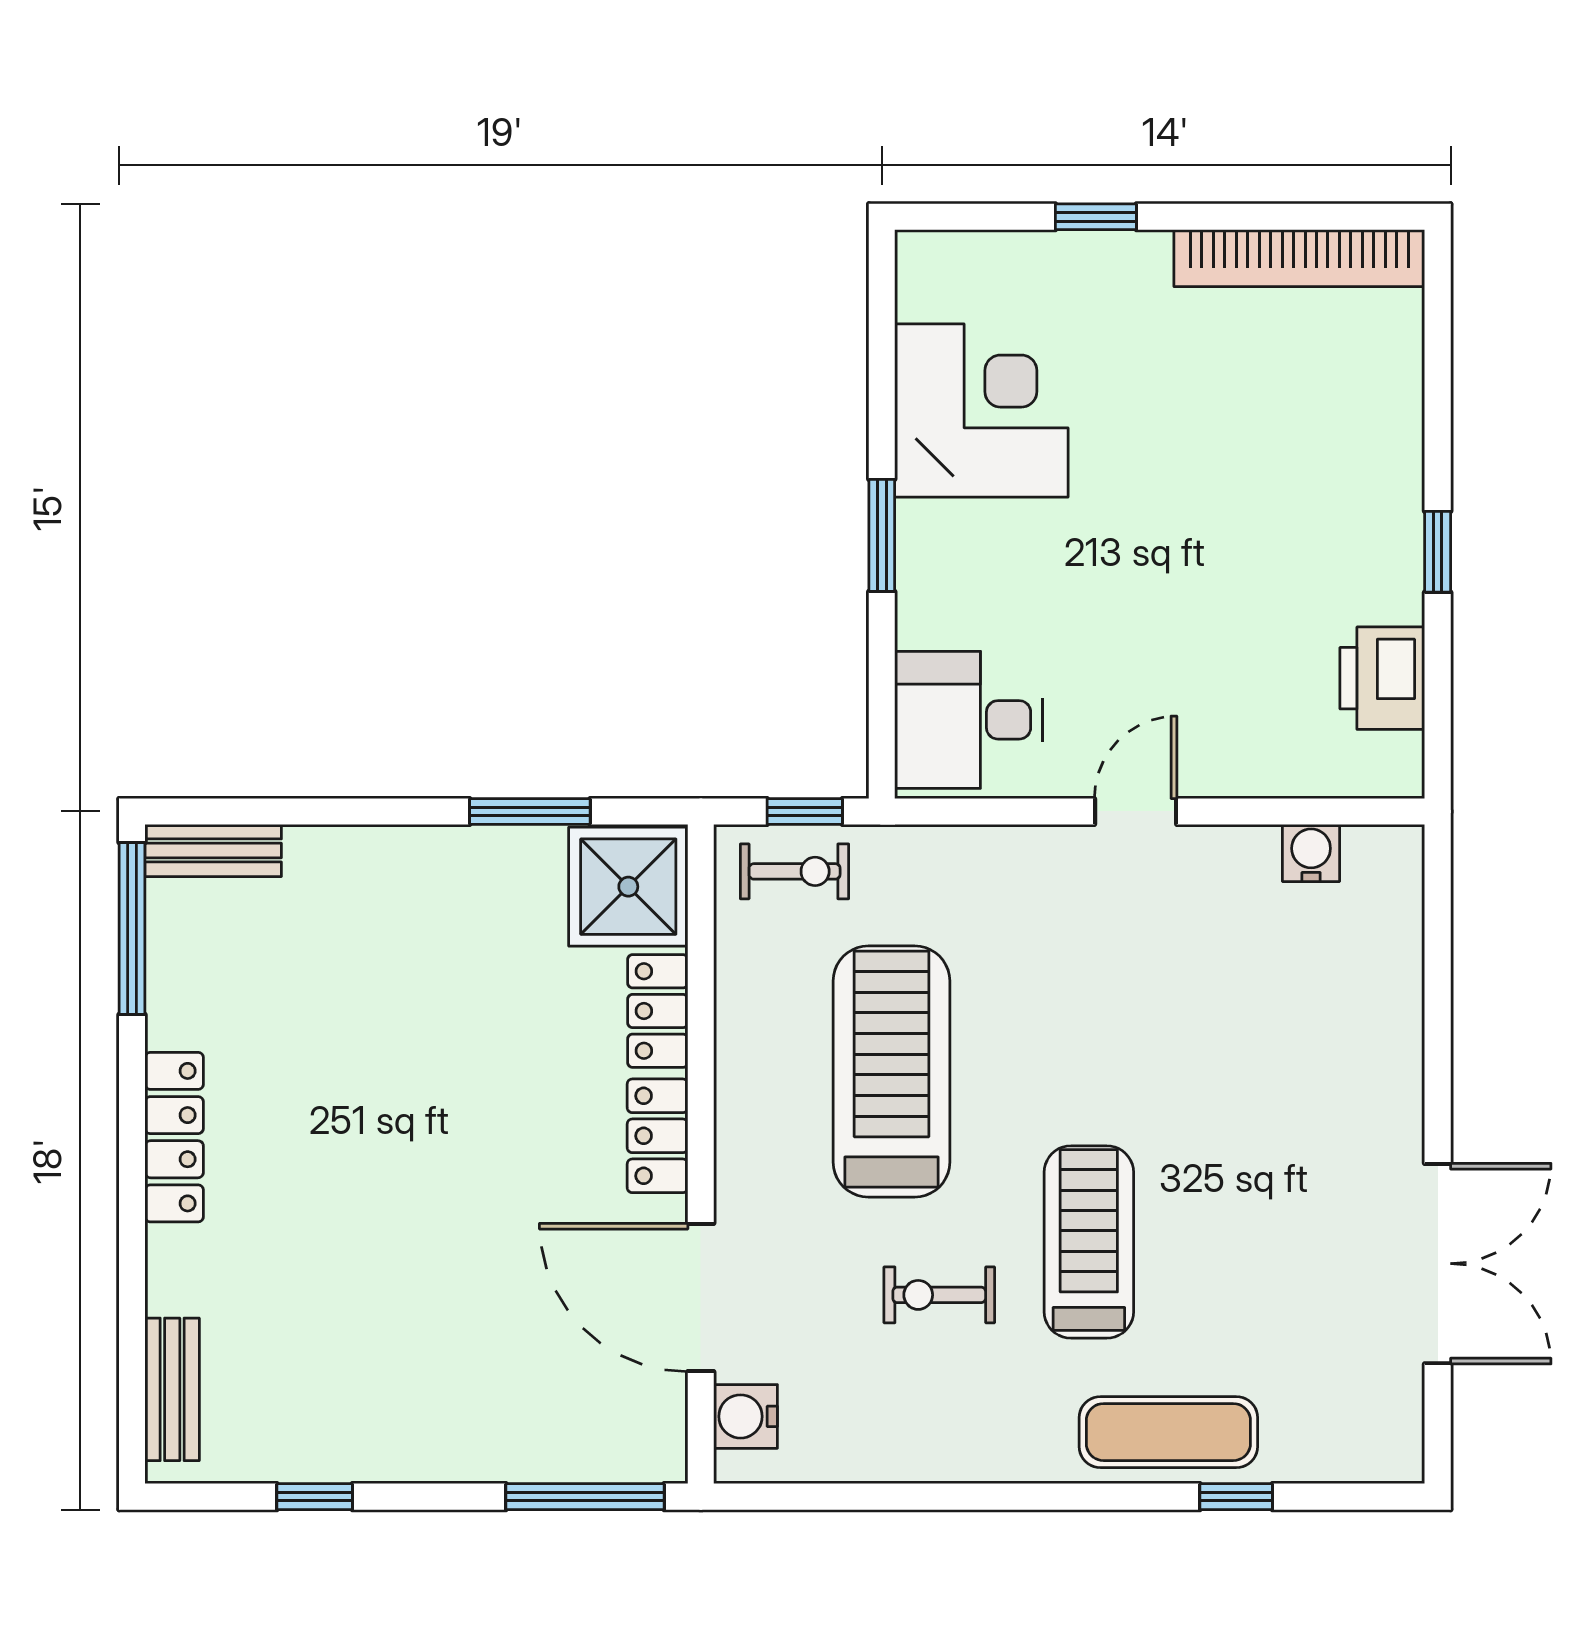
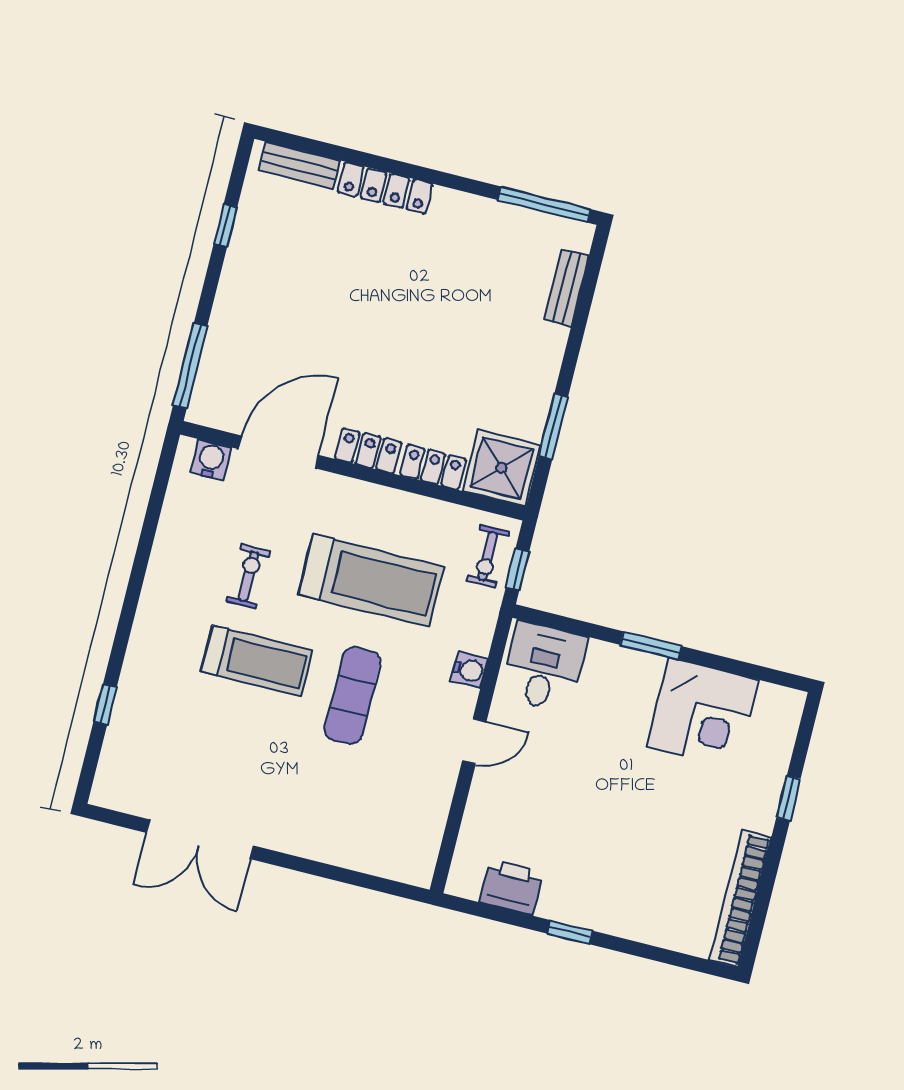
door: (1136, 811) -> (474, 741), hinge flipped
bench: (213, 850) -> (567, 288), moved
water cooler: (1311, 853) -> (469, 670), moved
locker: (174, 1137) -> (385, 188), moved
exercise mat: (1168, 1432) -> (352, 696), moved

